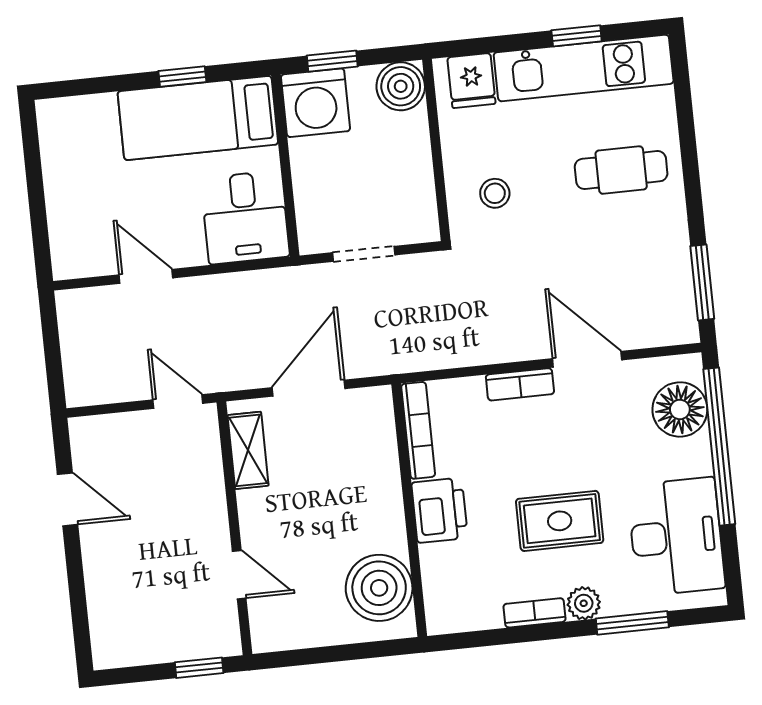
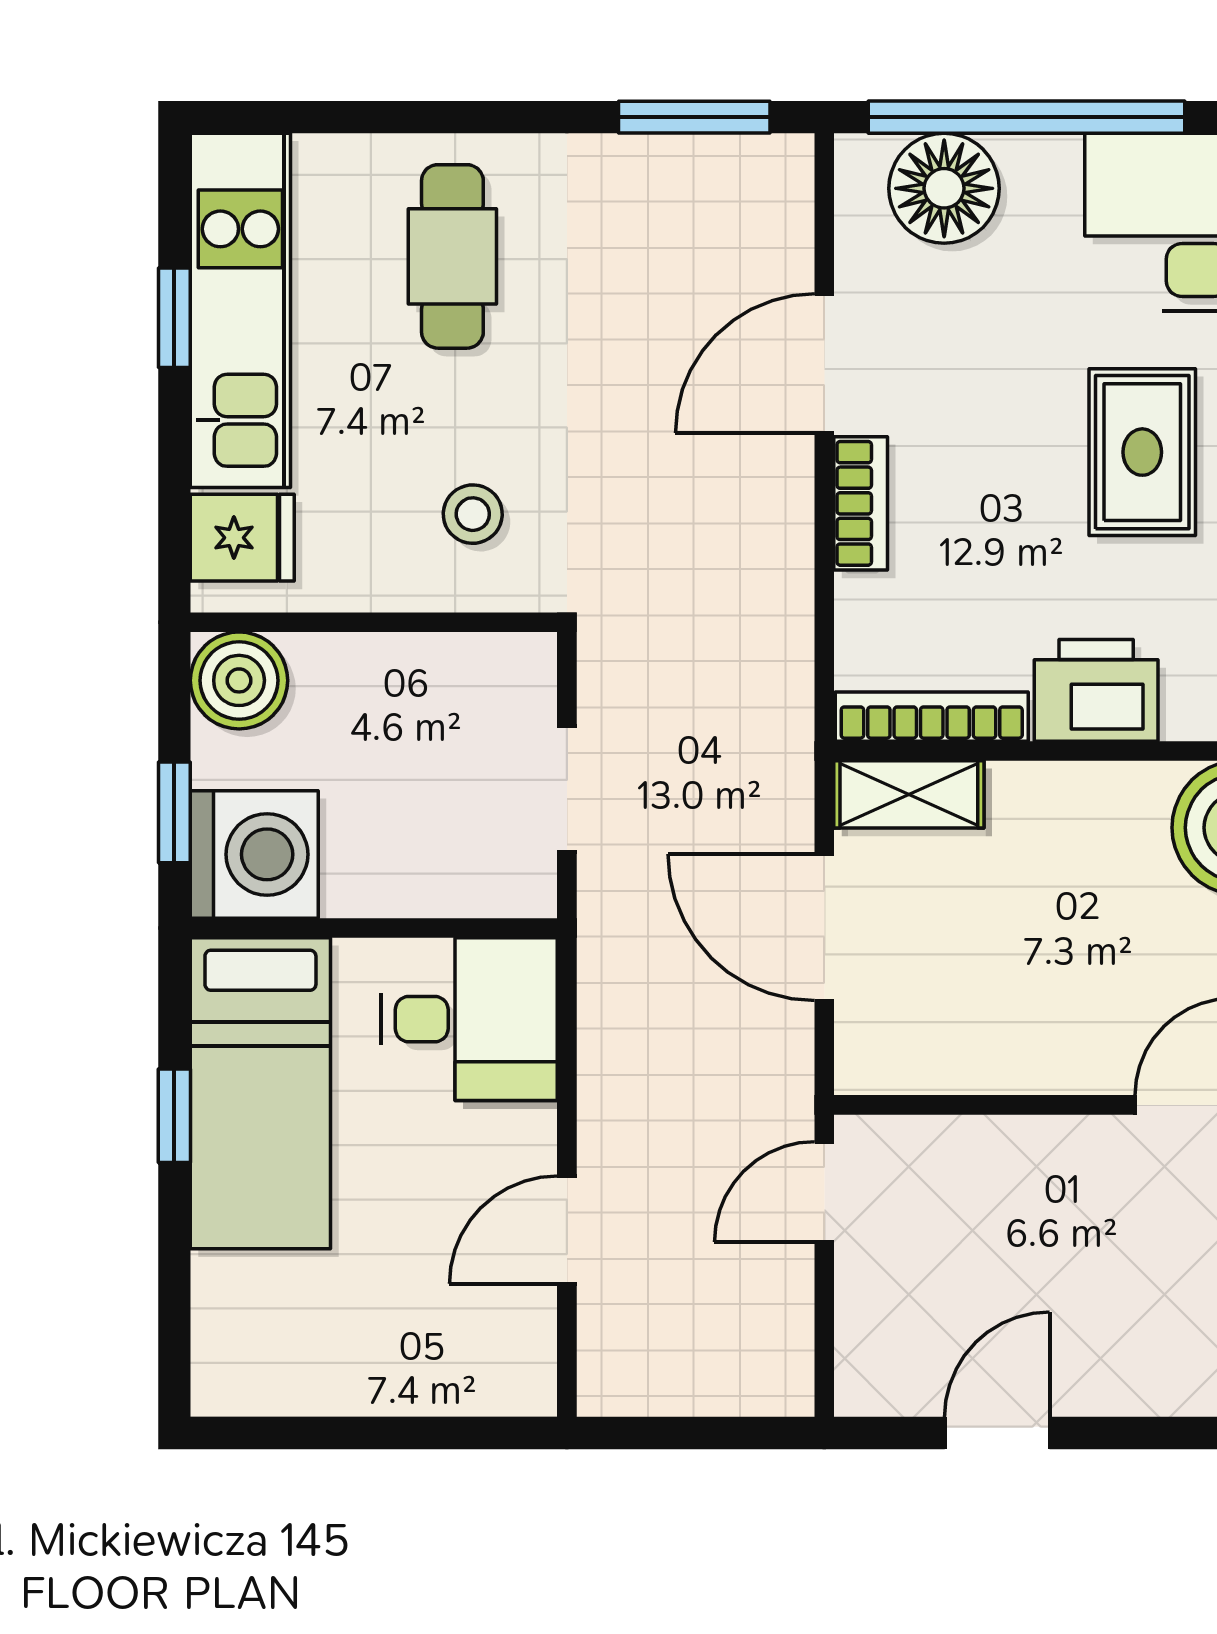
shelving: (248, 450) -> (909, 794), moved

